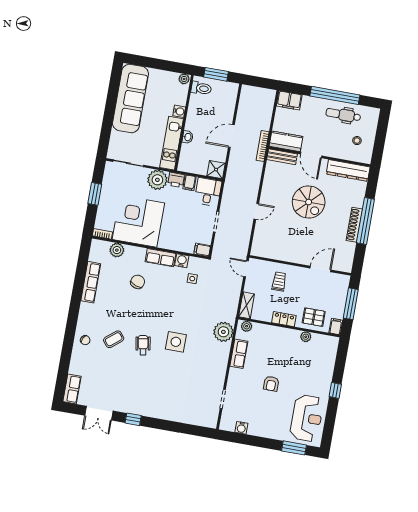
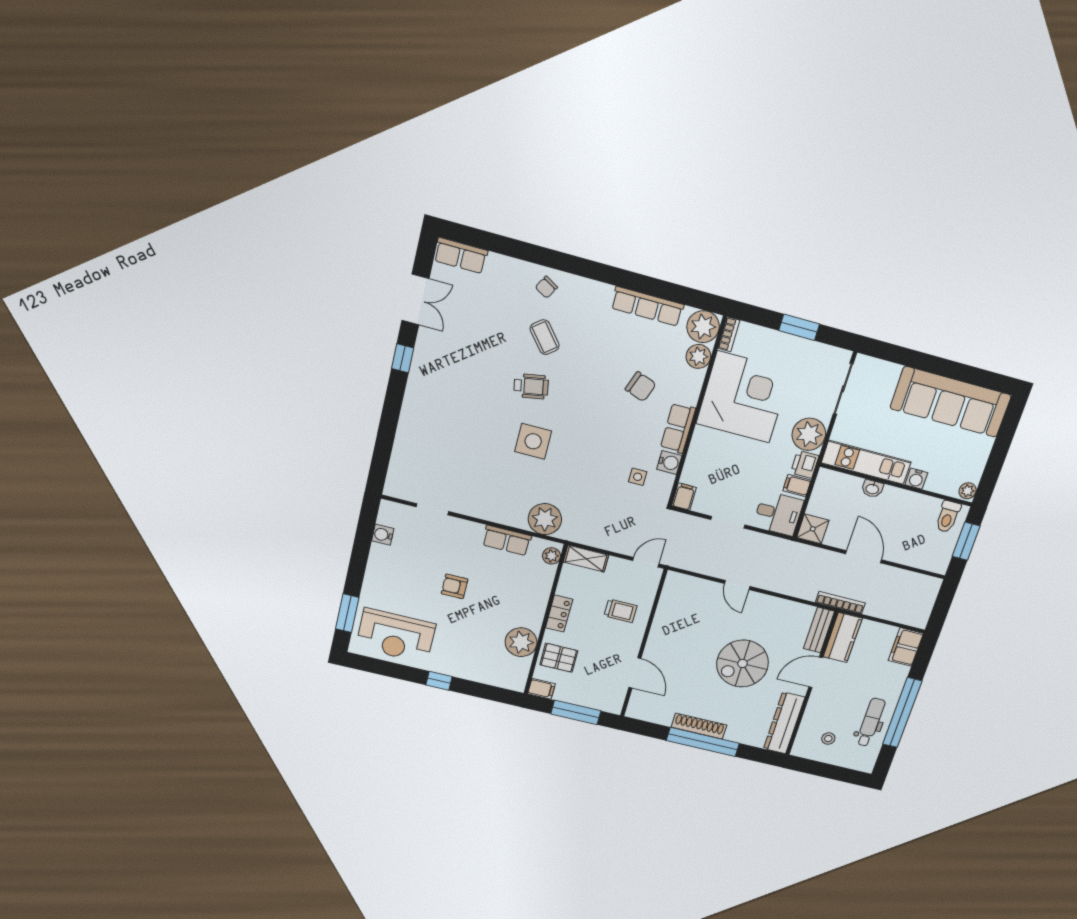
plant: (99, 249) -> (703, 327), added
pallet: (314, 317) -> (559, 658), turned 90
plant: (306, 337) -> (521, 642), width x1.88, depth x1.88
double door: (99, 413) -> (415, 299), swing flipped

